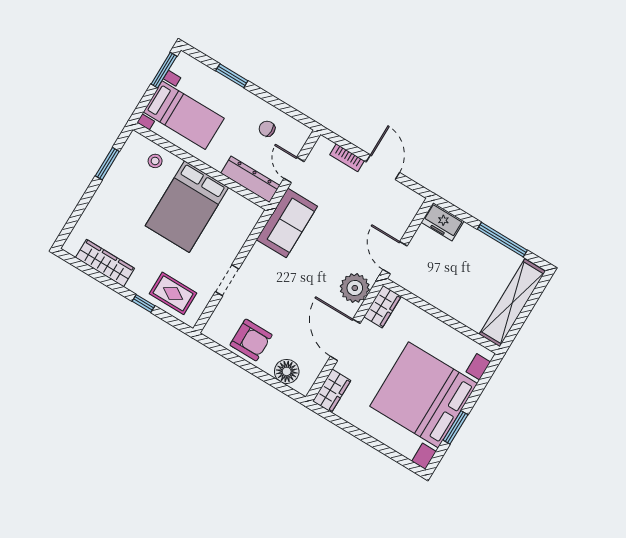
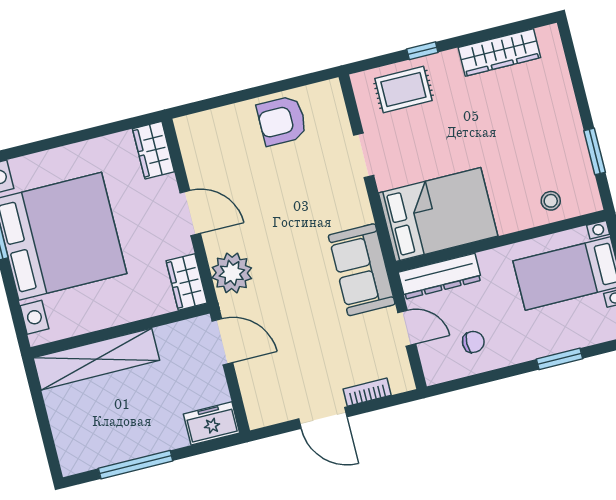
bed: (187, 207) -> (438, 214), moved, turned 90
shelving: (512, 303) -> (96, 359), moved, turned 90
door: (345, 340) -> (190, 213), width x0.73
floor lamp: (287, 371) -> (216, 125), removed

